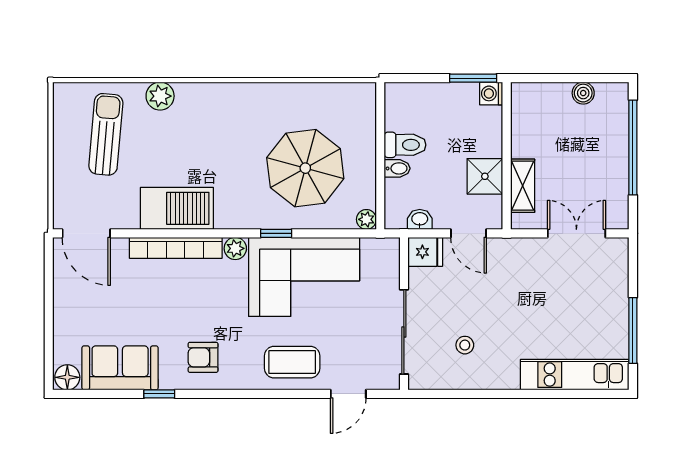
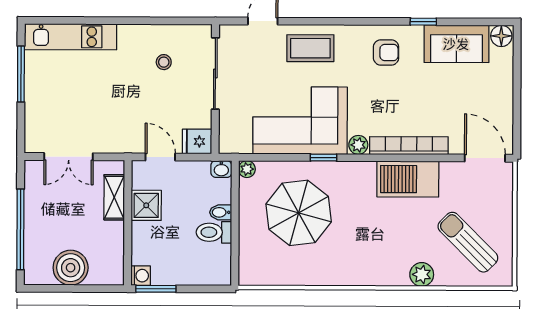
boiler: (583, 93) -> (71, 268), width x1.86, depth x1.86
sun lounger: (106, 134) -> (468, 242), turned 130
washbasin: (420, 219) -> (221, 169), moved

